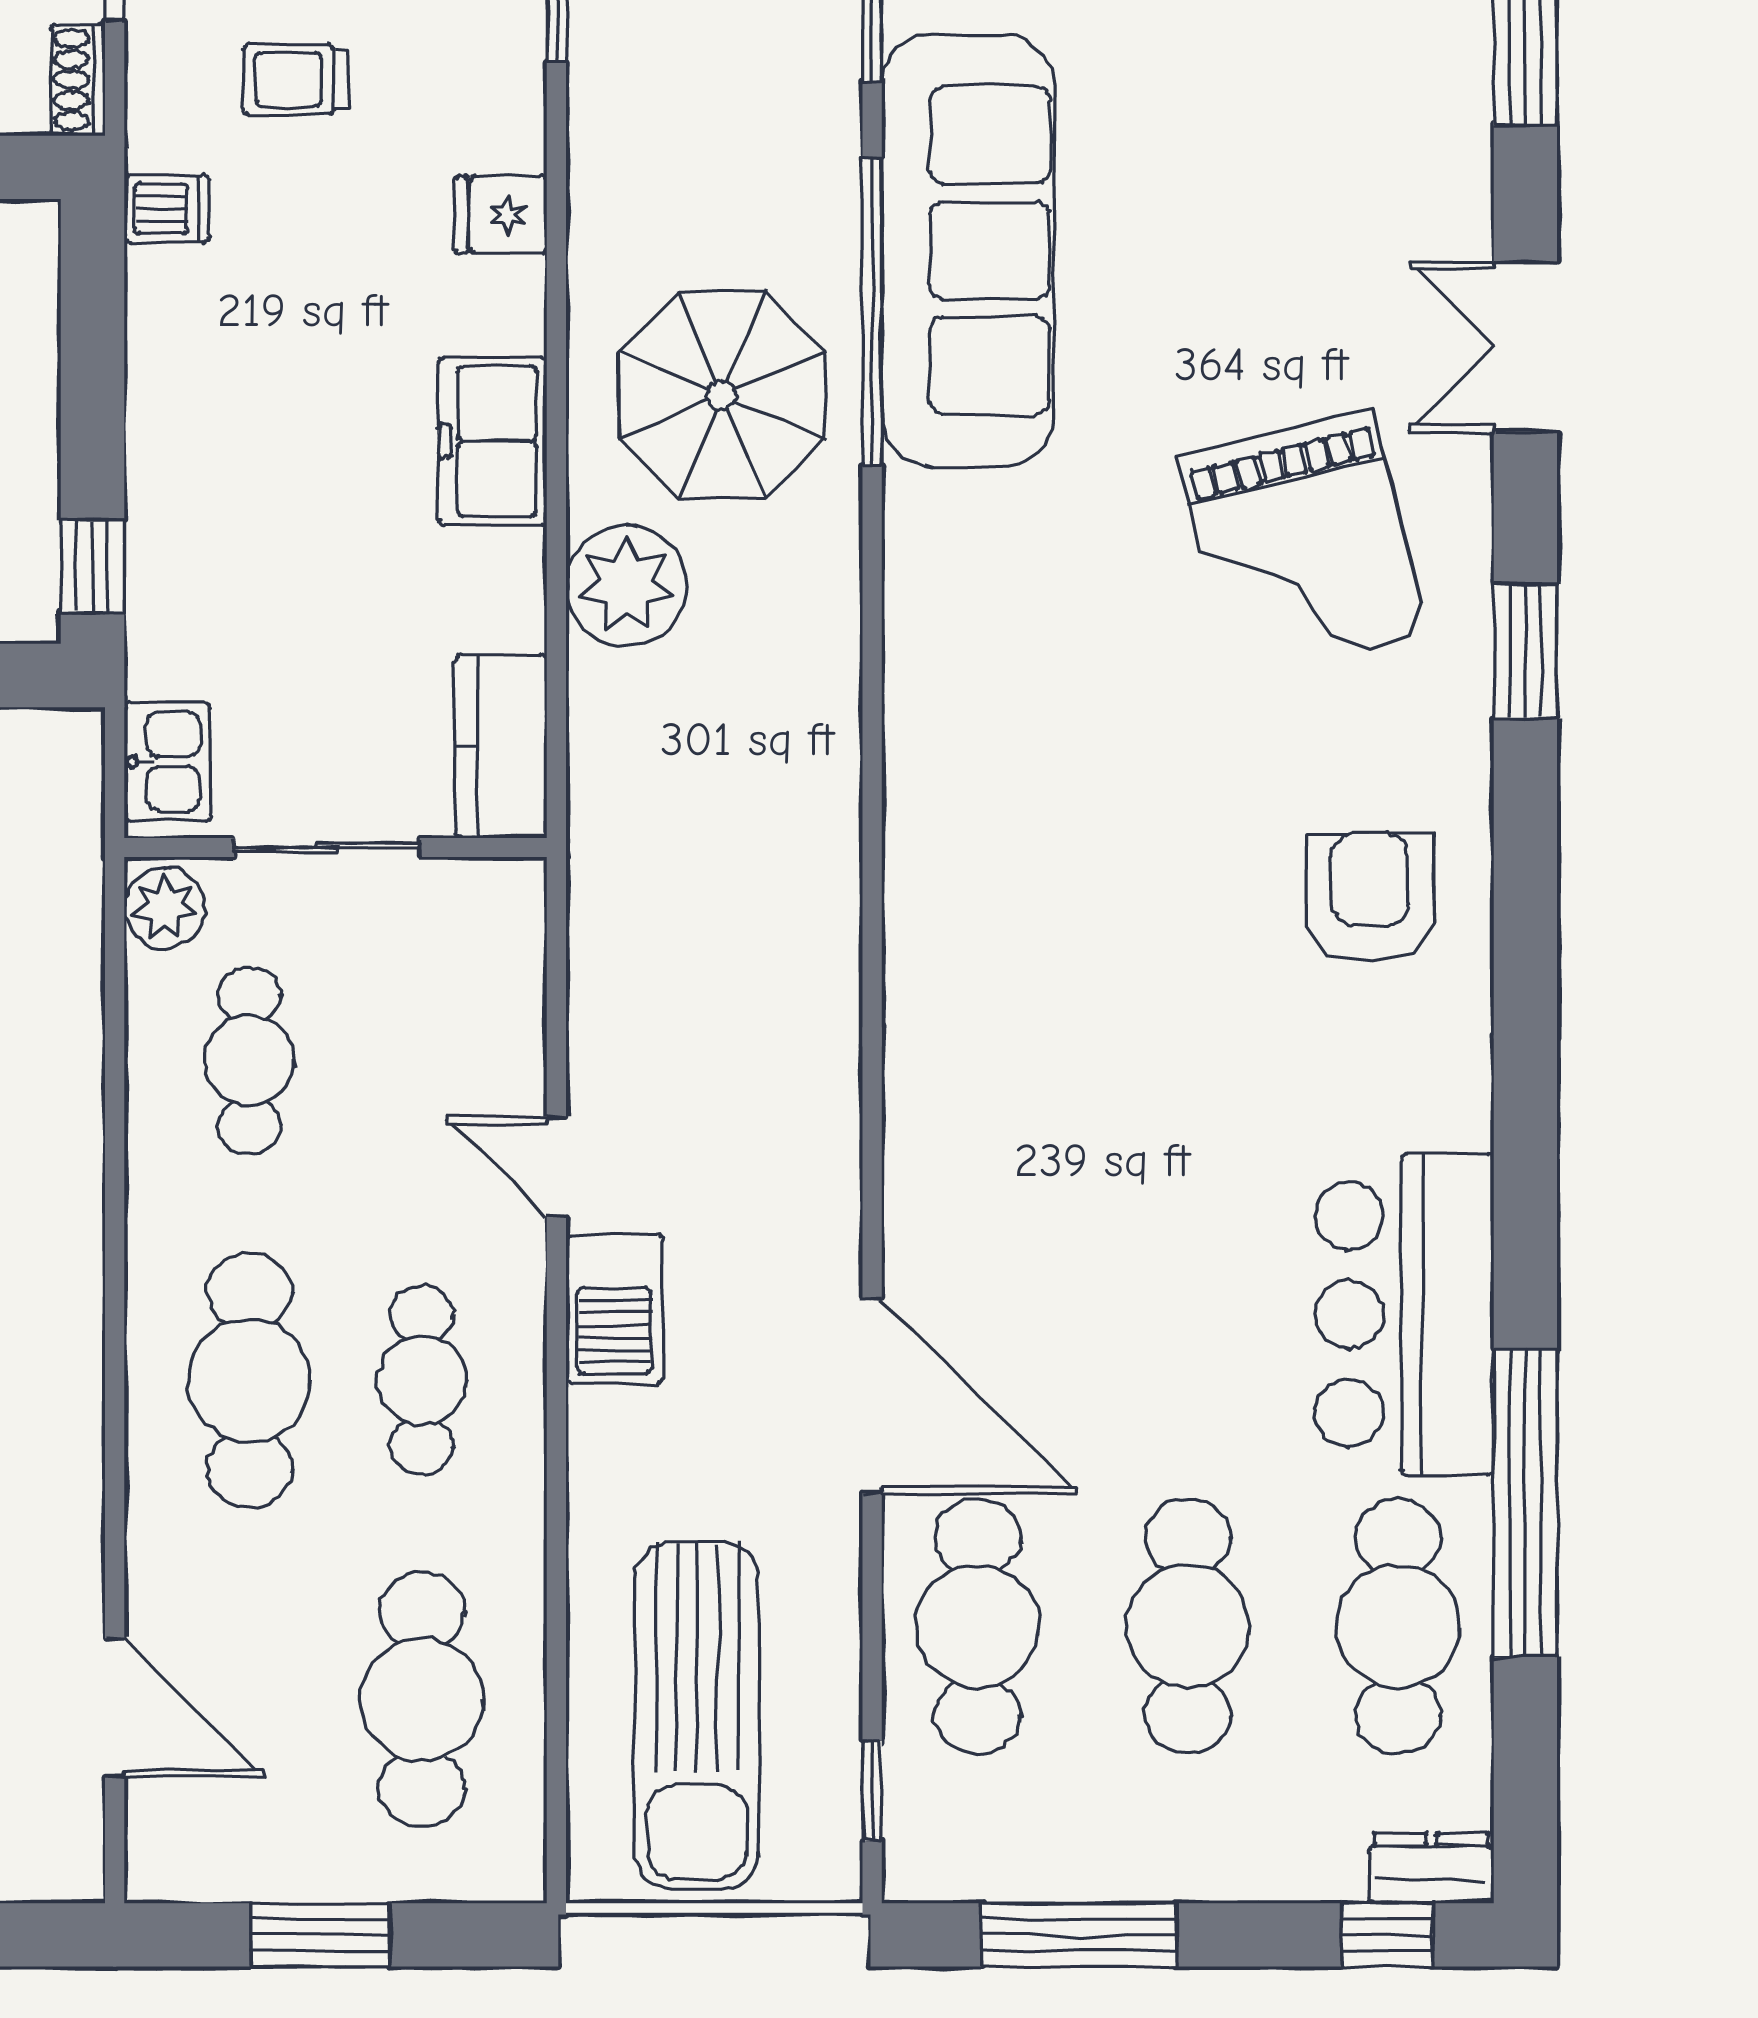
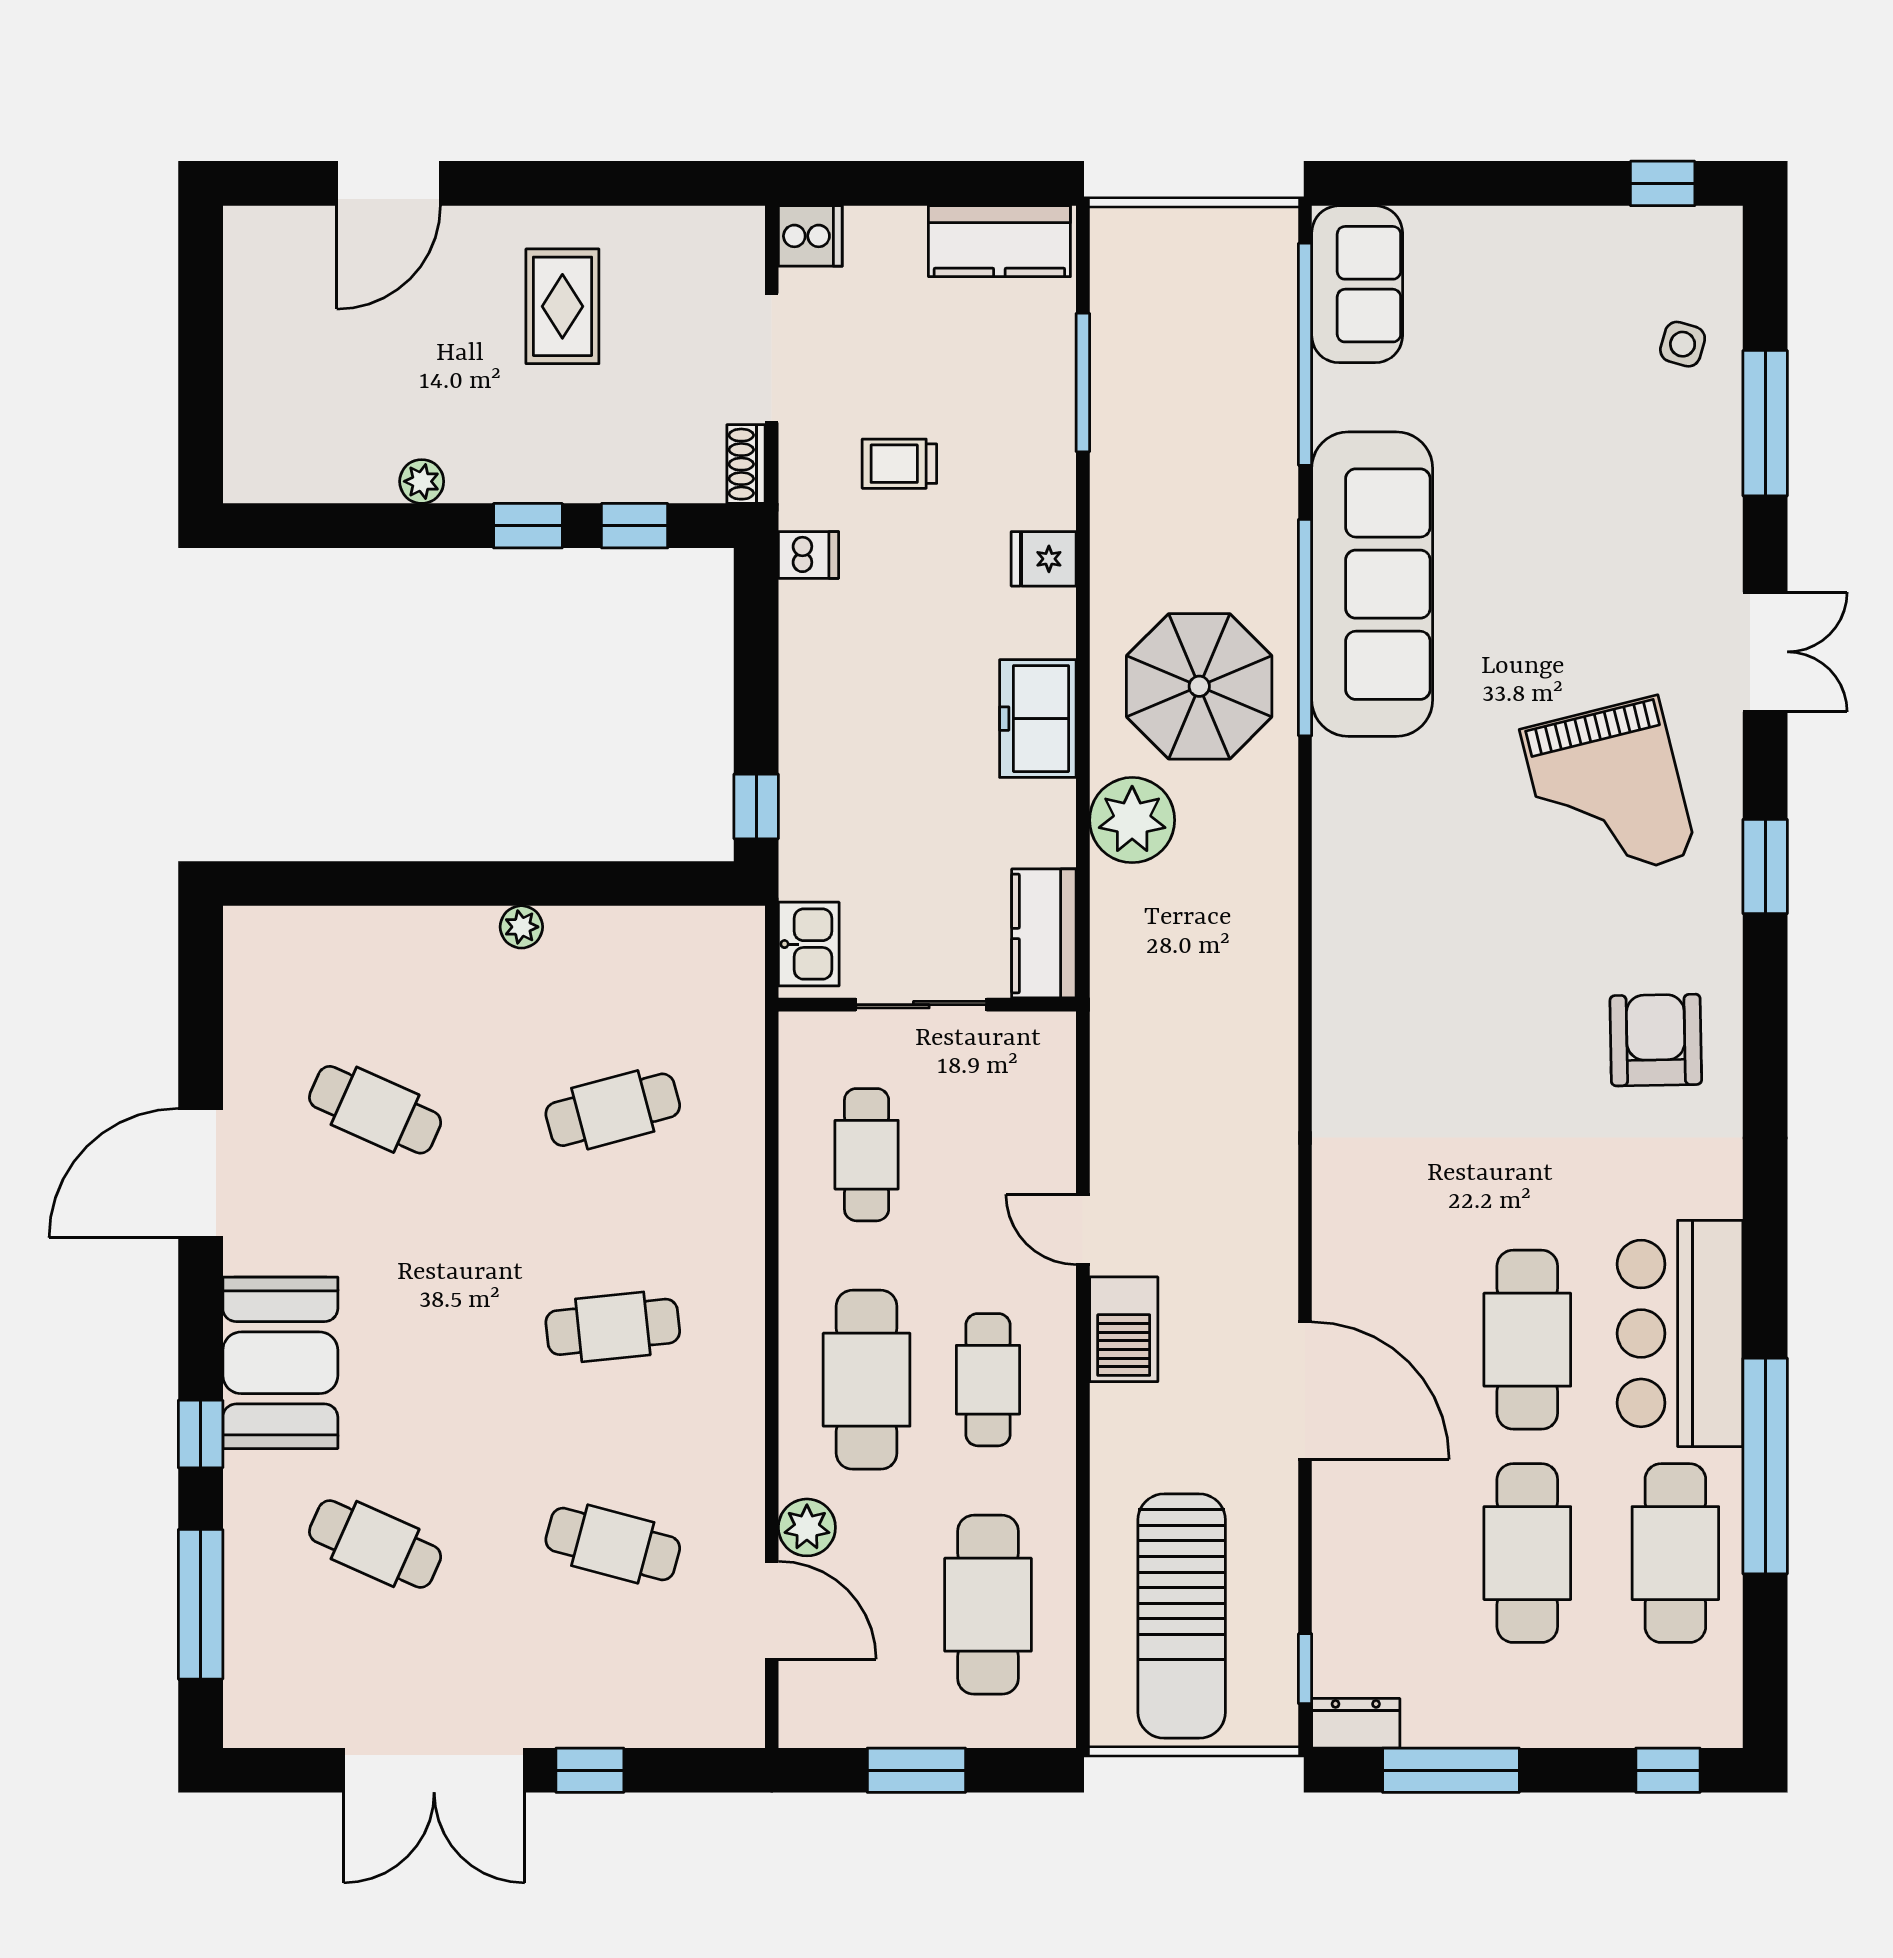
double door: (1525, 347) -> (1765, 652), swing flipped
plant: (165, 907) -> (807, 1527), moved
cafe table: (977, 1626) -> (1527, 1340), moved
dresser: (1431, 1868) -> (1356, 1723), moved

